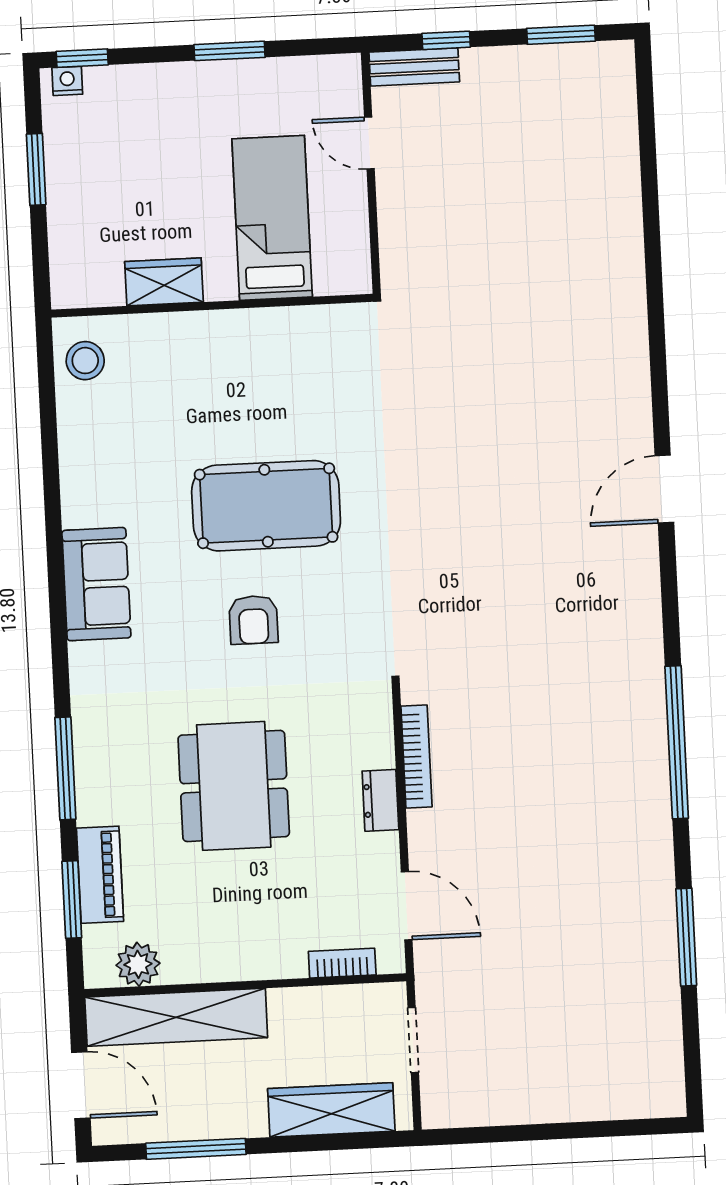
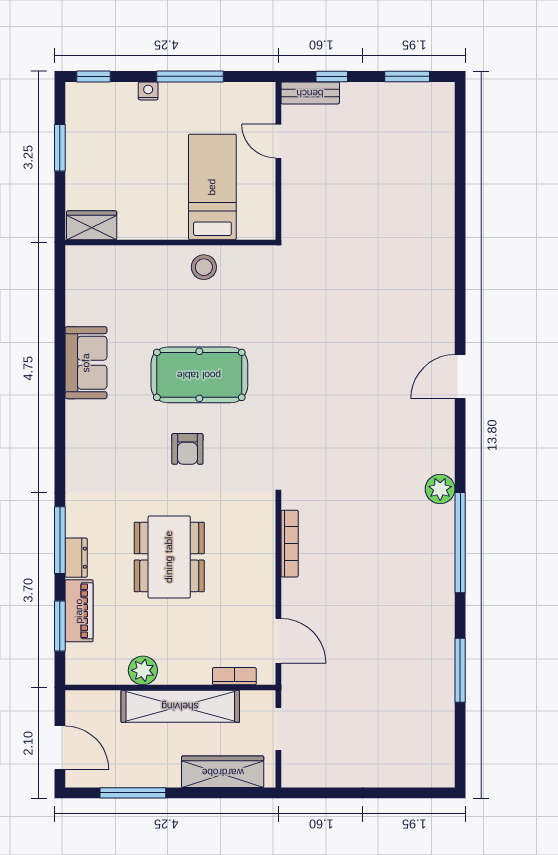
window: (230, 51) -> (190, 76), width x1.44
nightstand: (67, 81) -> (148, 91), moved
wardrobe: (164, 282) -> (92, 225), moved
stool: (85, 361) -> (204, 267), moved
sofa: (96, 584) -> (86, 363), moved
plant: (642, 662) -> (440, 489), added
dresser: (380, 800) -> (76, 558), moved, turned 180
plant: (138, 964) -> (143, 670), moved
shelving: (176, 1017) -> (180, 706), moved

